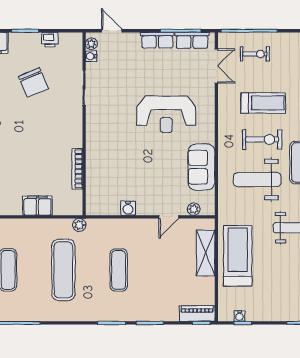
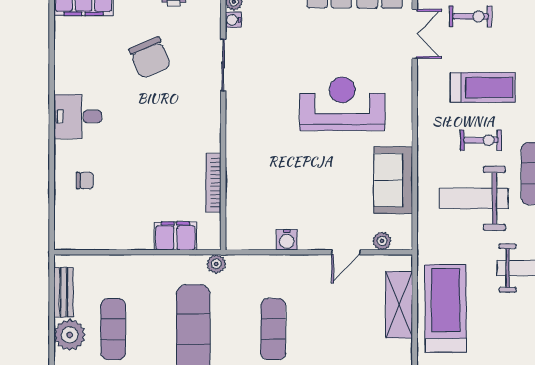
reception desk: (166, 114) -> (342, 104), turned 180
exercise bike: (262, 139) -> (481, 140), width x0.73, depth x0.72
filing cabinet: (37, 206) -> (175, 236), moved

